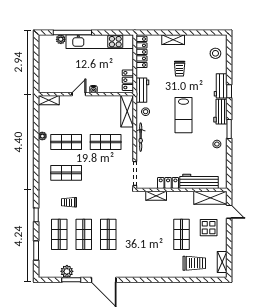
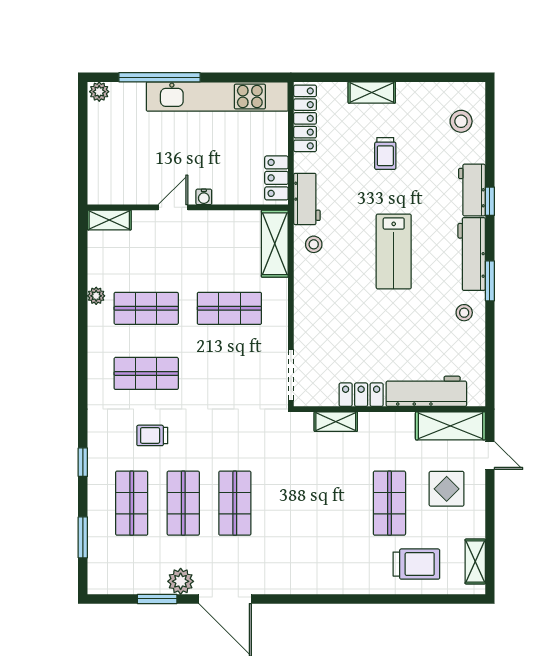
plant: (61, 39) -> (99, 92), moved
workbench: (220, 112) -> (472, 254), width x1.38
bicycle: (141, 137) -> (303, 298), removed
plant: (67, 271) -> (181, 581), moved

